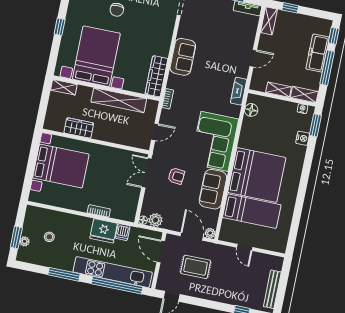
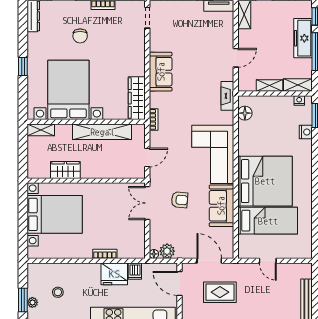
plant: (210, 233) -> (228, 253), removed

